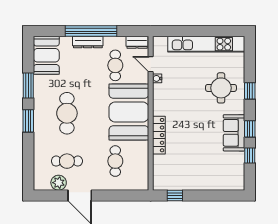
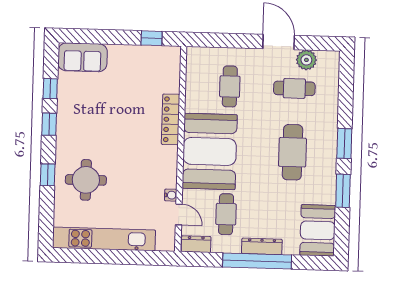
sofa: (234, 133) -> (83, 57), moved, turned 90

